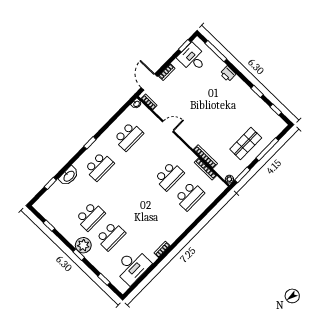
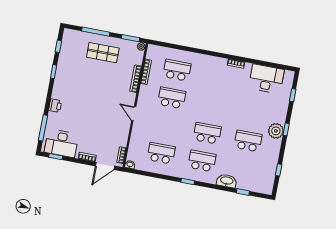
desk: (193, 58) -> (61, 143), width x1.37
door: (168, 126) -> (134, 114), moved
school desk: (111, 236) -> (207, 133), moved

